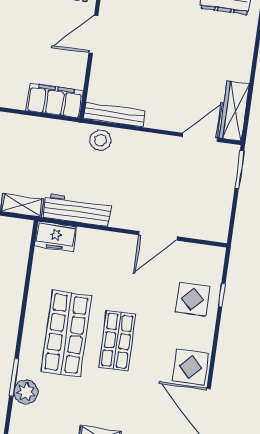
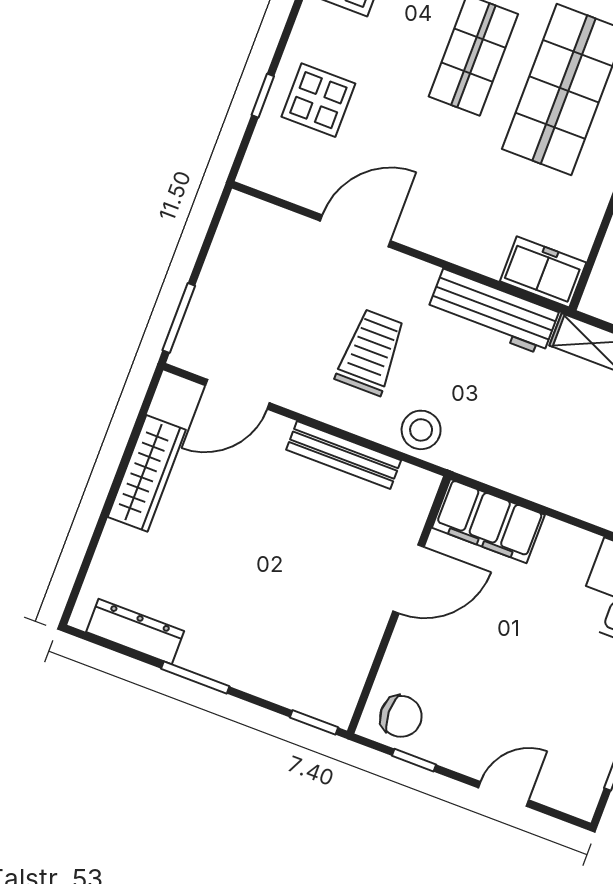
door: (93, 34) -> (409, 579), moved
wardrobe: (234, 111) -> (147, 473), moved
bench: (114, 115) -> (344, 455), moved
trolley: (136, 175) -> (371, 352), added

